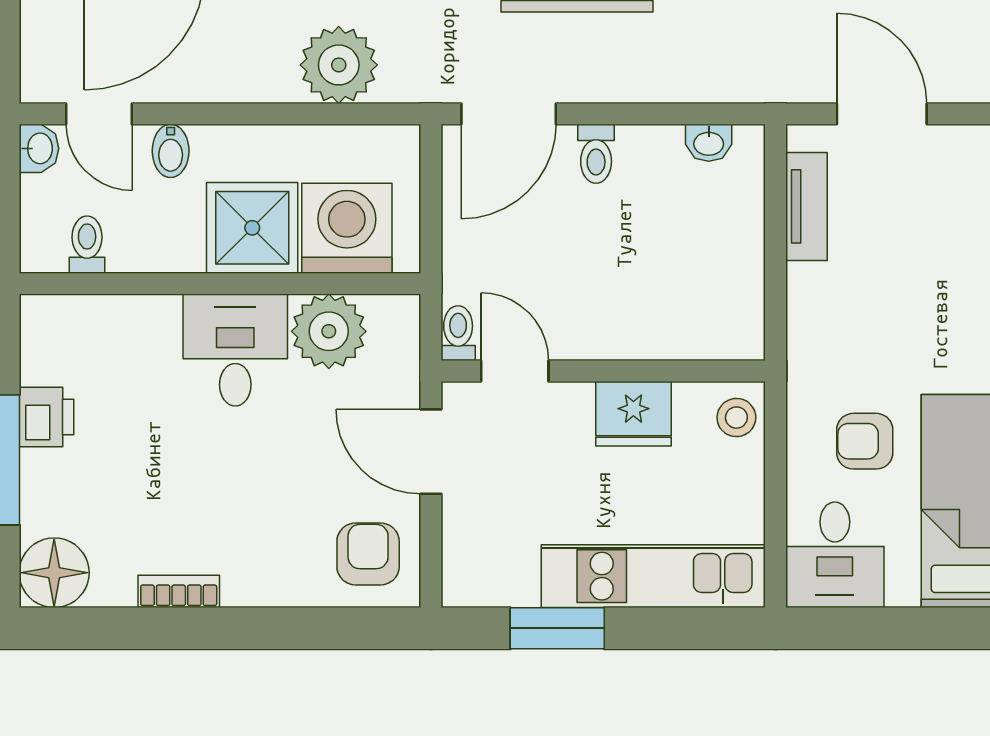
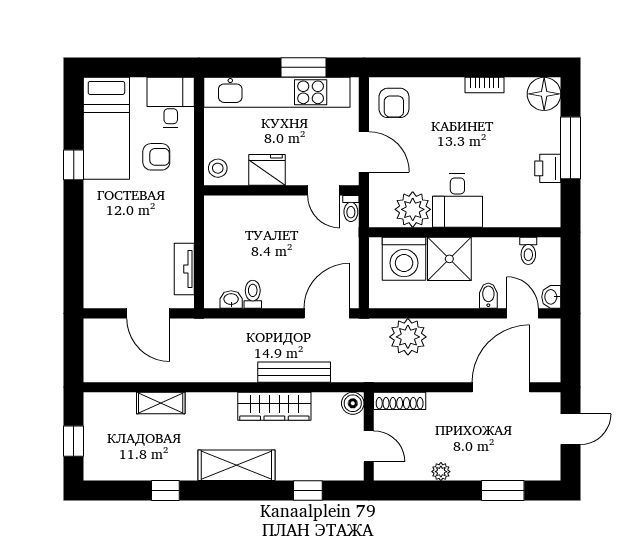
toilet: (596, 154) -> (253, 294), moved
kitchen unit: (653, 576) -> (277, 92), width x1.36

